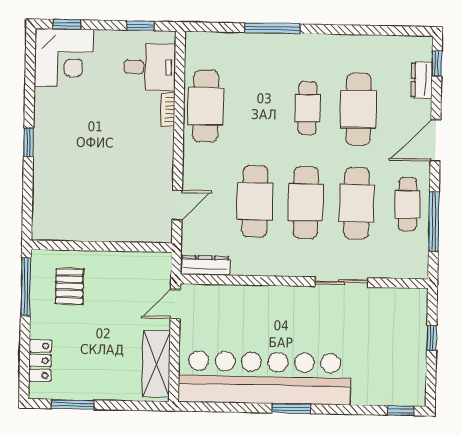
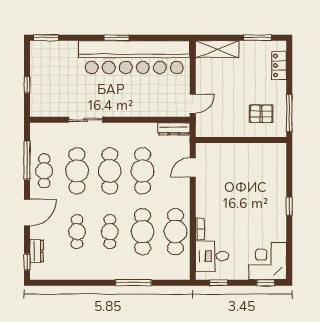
cafe table: (257, 107) -> (143, 232), added
cafe table: (358, 109) -> (77, 232), width x0.73, depth x0.74
pallet: (69, 286) -> (261, 114), turned 90
shelving: (156, 364) -> (217, 49), moved, turned 90
window: (401, 411) -> (46, 38), width x1.50

